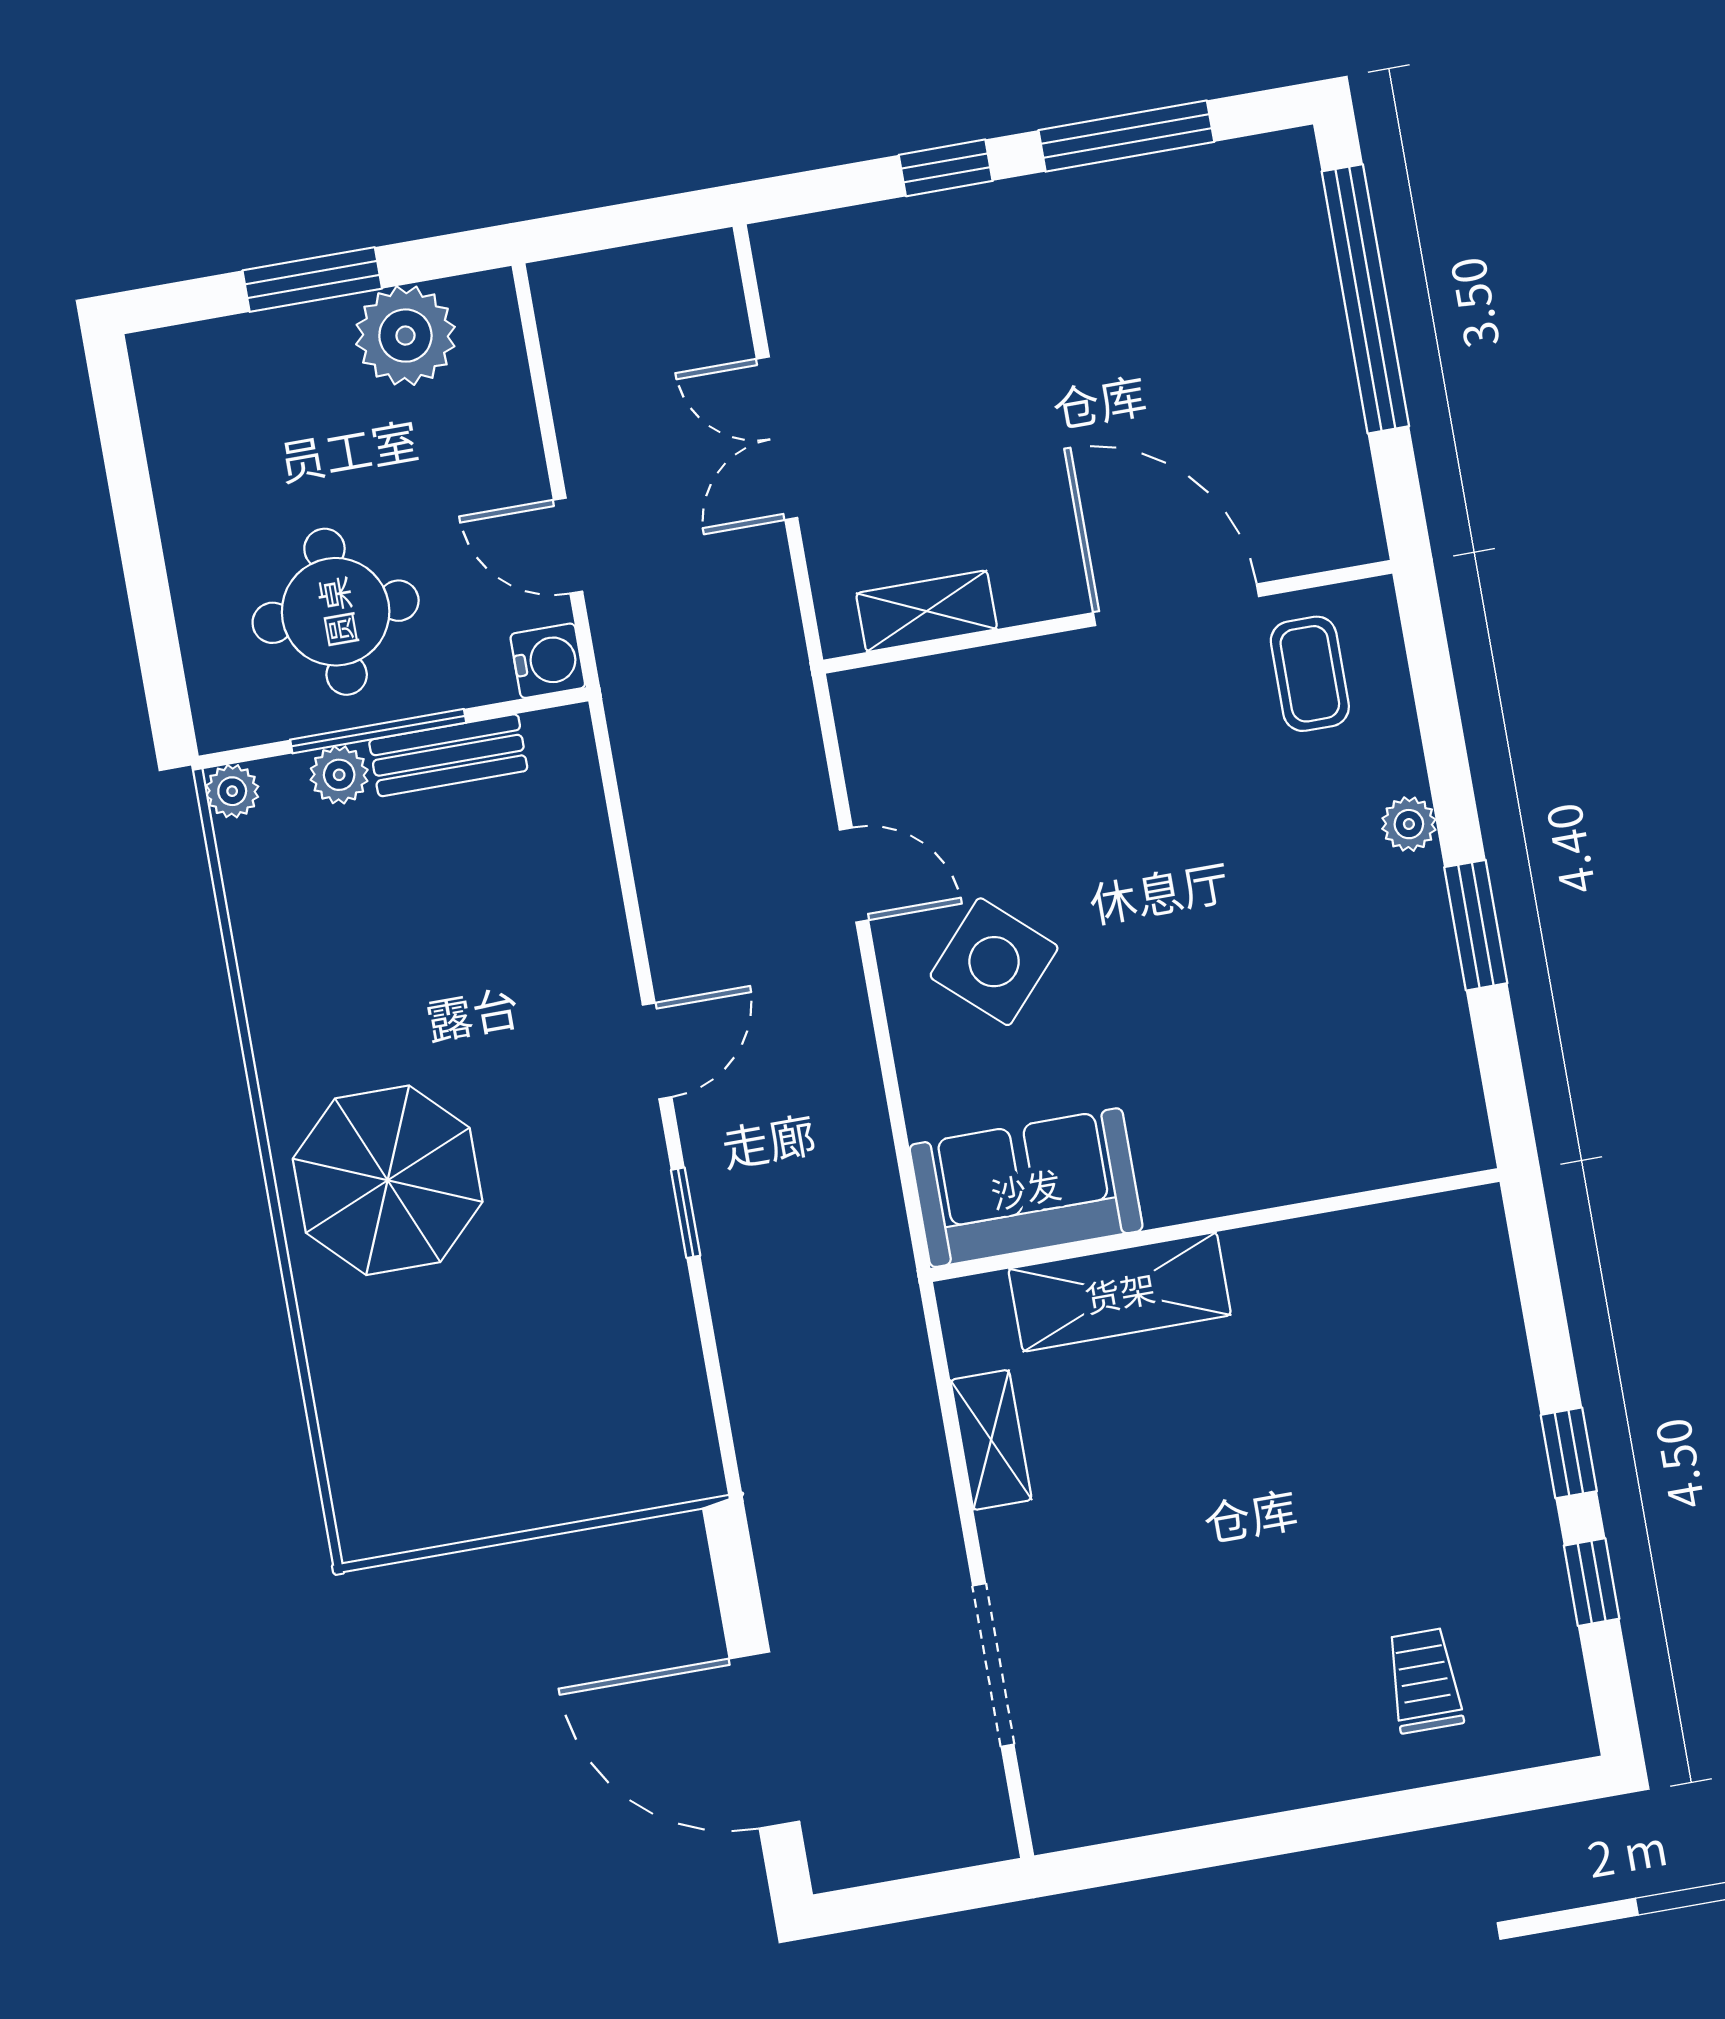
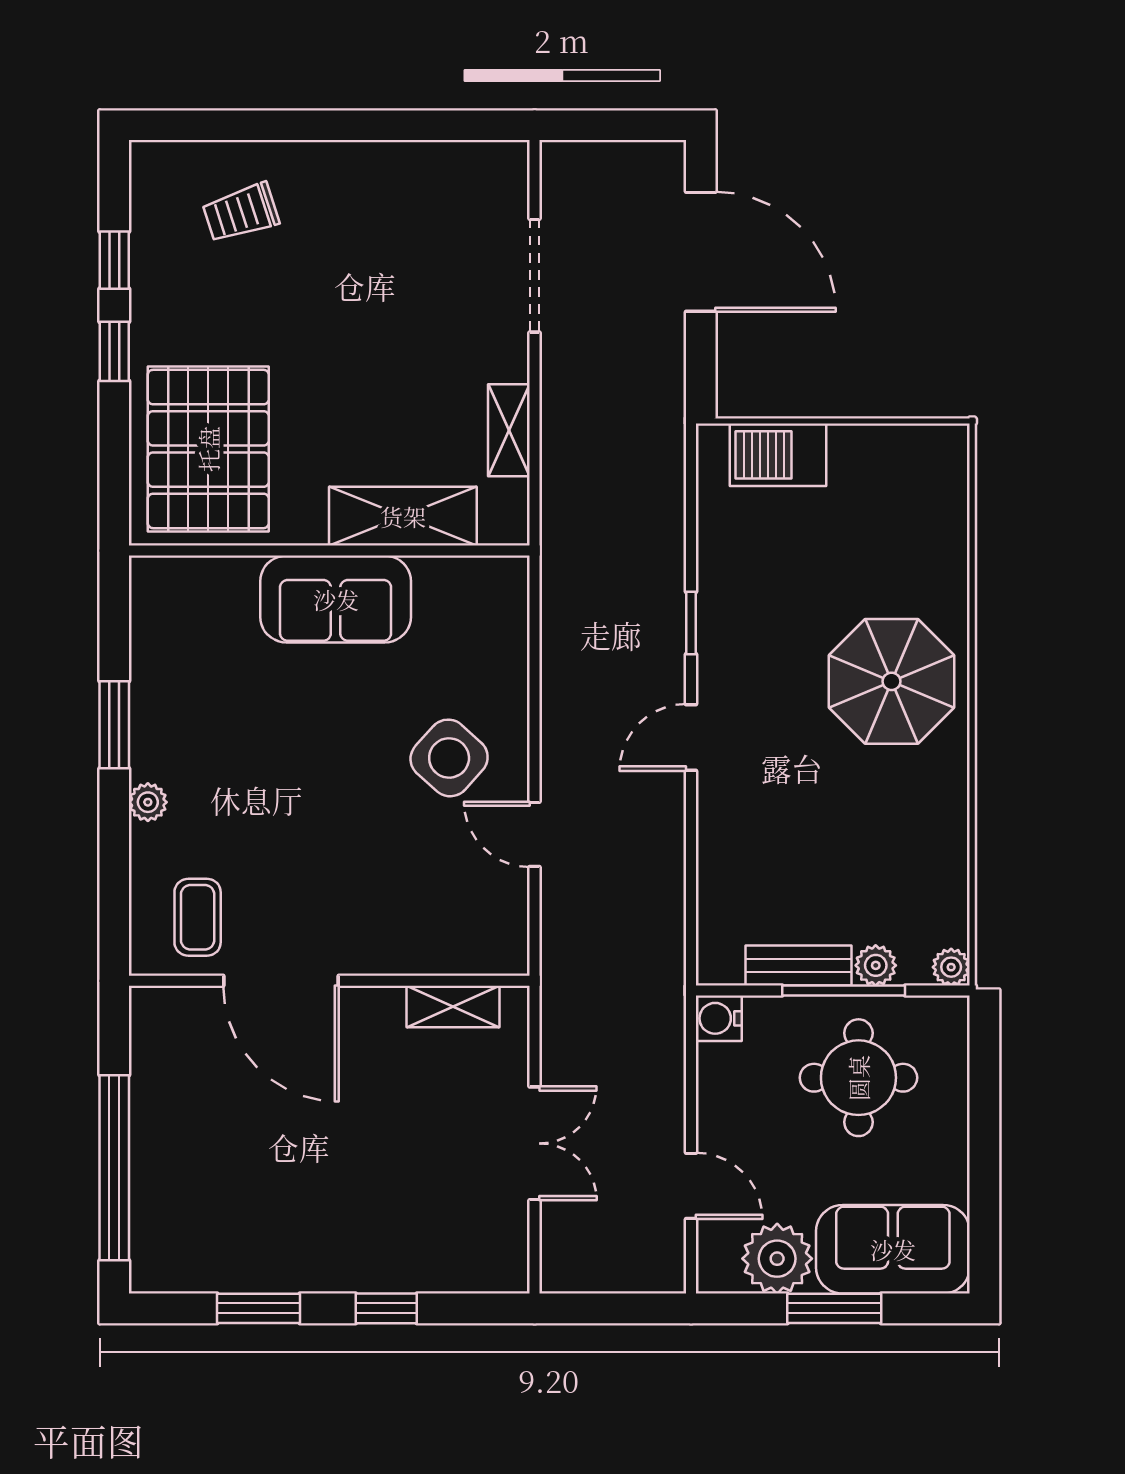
window: (1126, 136) -> (258, 1308), width x0.69
sofa: (244, 378) -> (893, 1249), added
door: (568, 546) -> (691, 1186), moved
sofa: (1026, 1188) -> (336, 599), moved
pallet: (1411, 1338) -> (208, 449), added
barbecue: (605, 1472) -> (778, 455), added
trolley: (1424, 1681) -> (241, 213), turned 72

